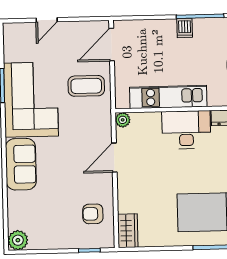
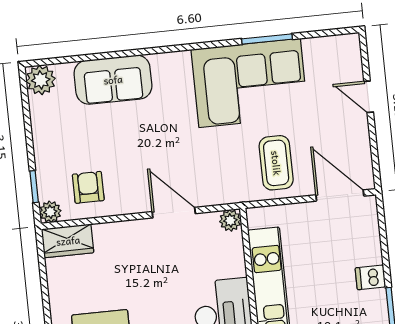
dishwasher: (185, 28) -> (370, 277), moved
sofa: (21, 164) -> (113, 80), moved
plant: (107, 241) -> (50, 212), added

